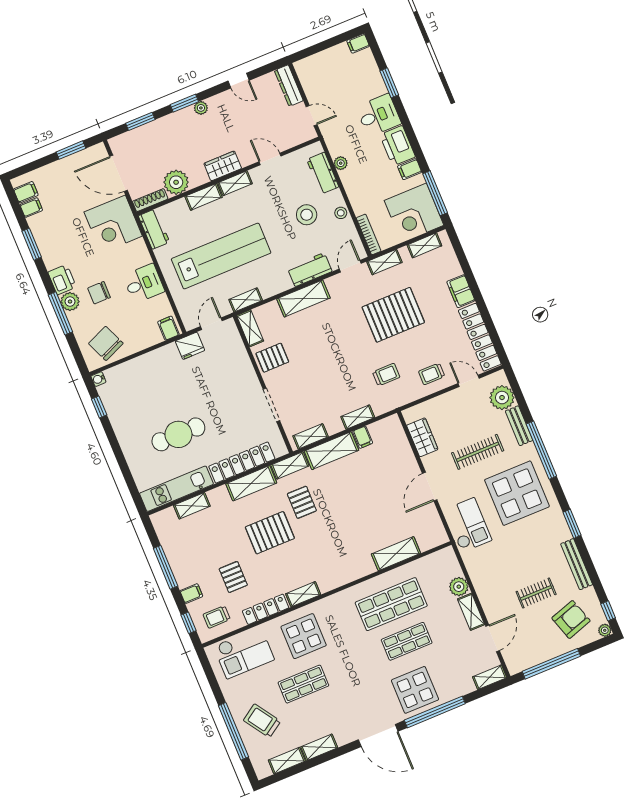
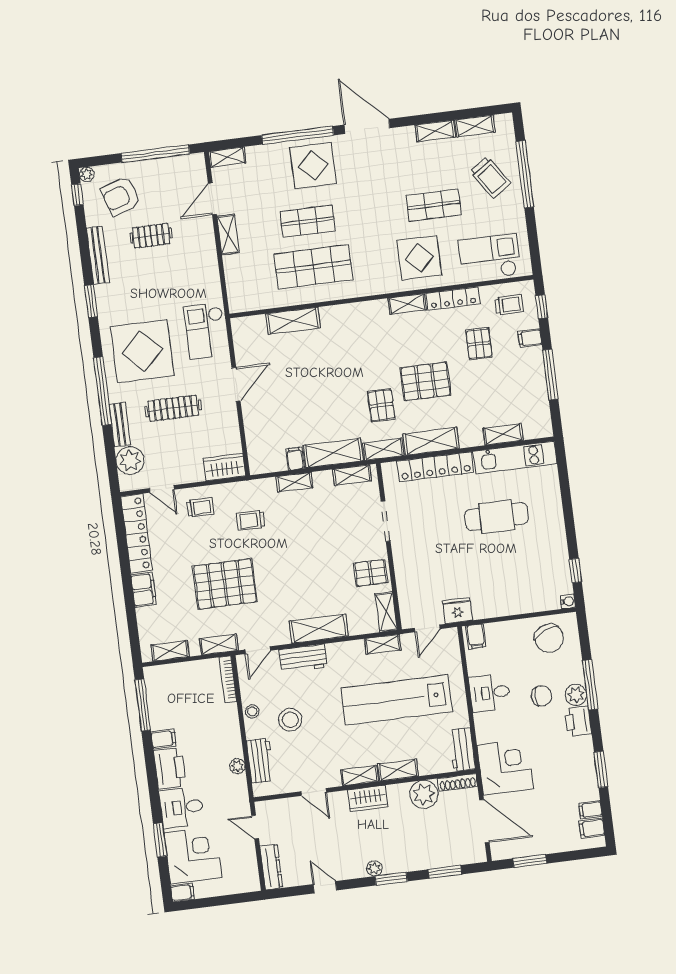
corner desk: (414, 213) -> (193, 855), moved
wardrobe: (422, 437) -> (225, 467), moved, turned 90
plant: (459, 587) -> (234, 266), removed

